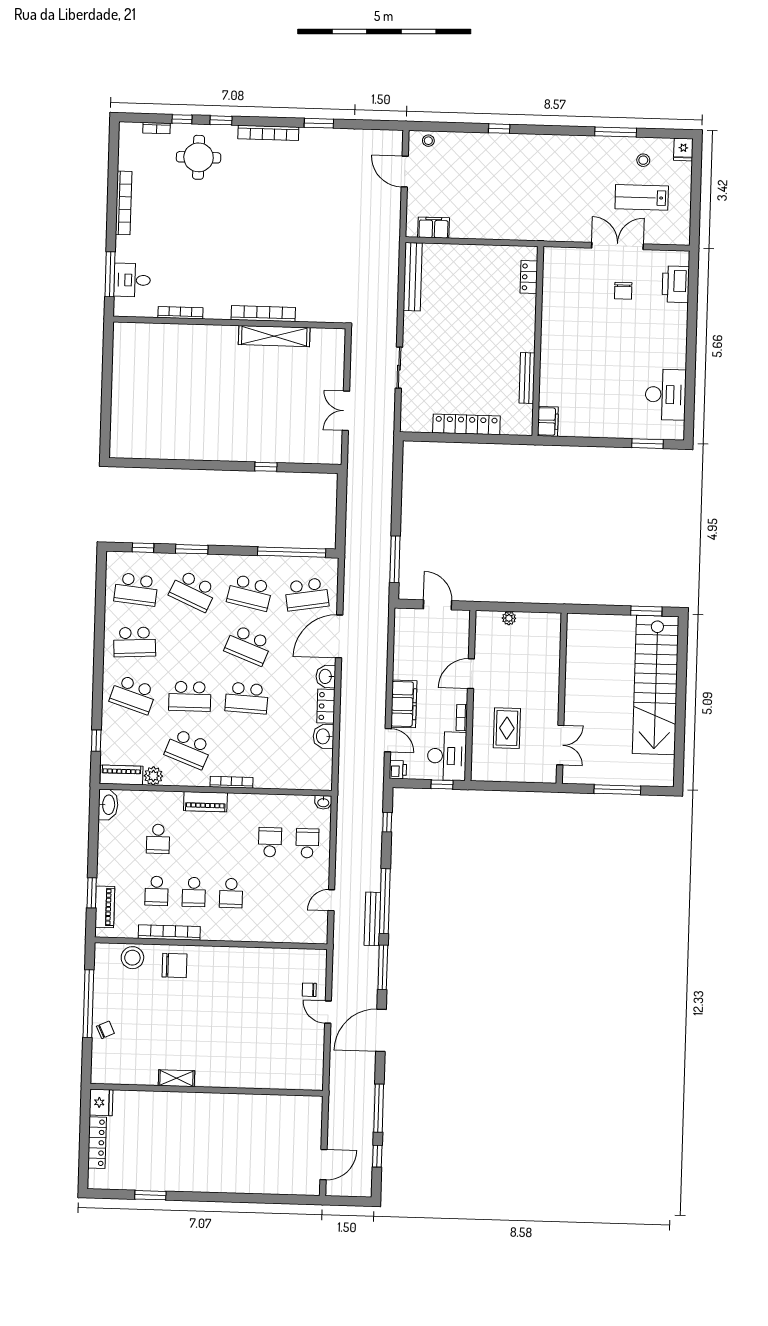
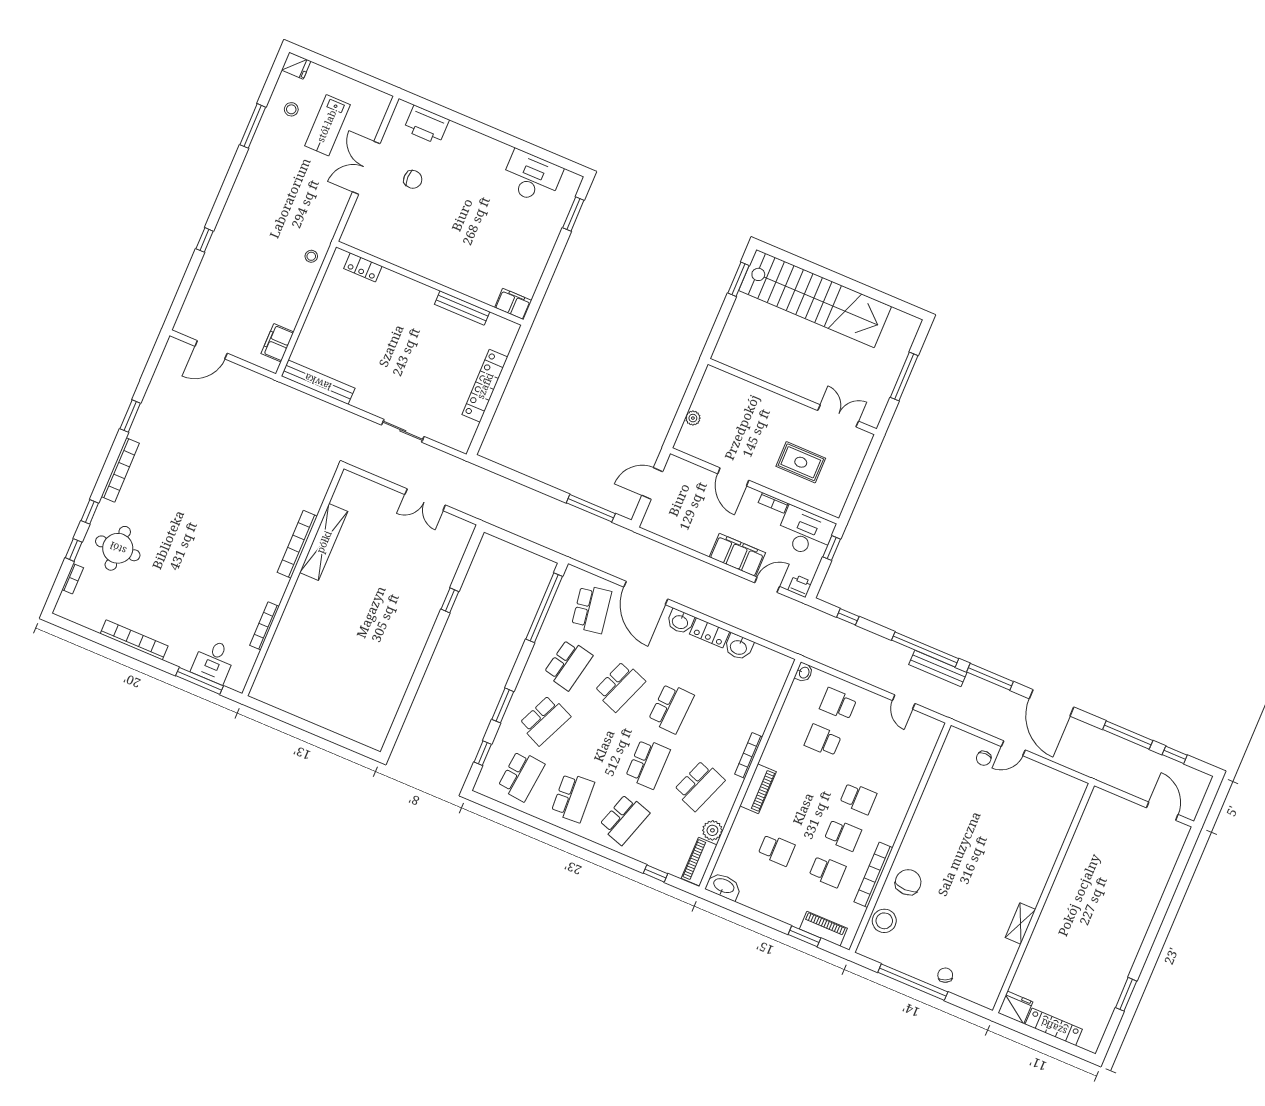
stool: (428, 141) -> (311, 256), moved

